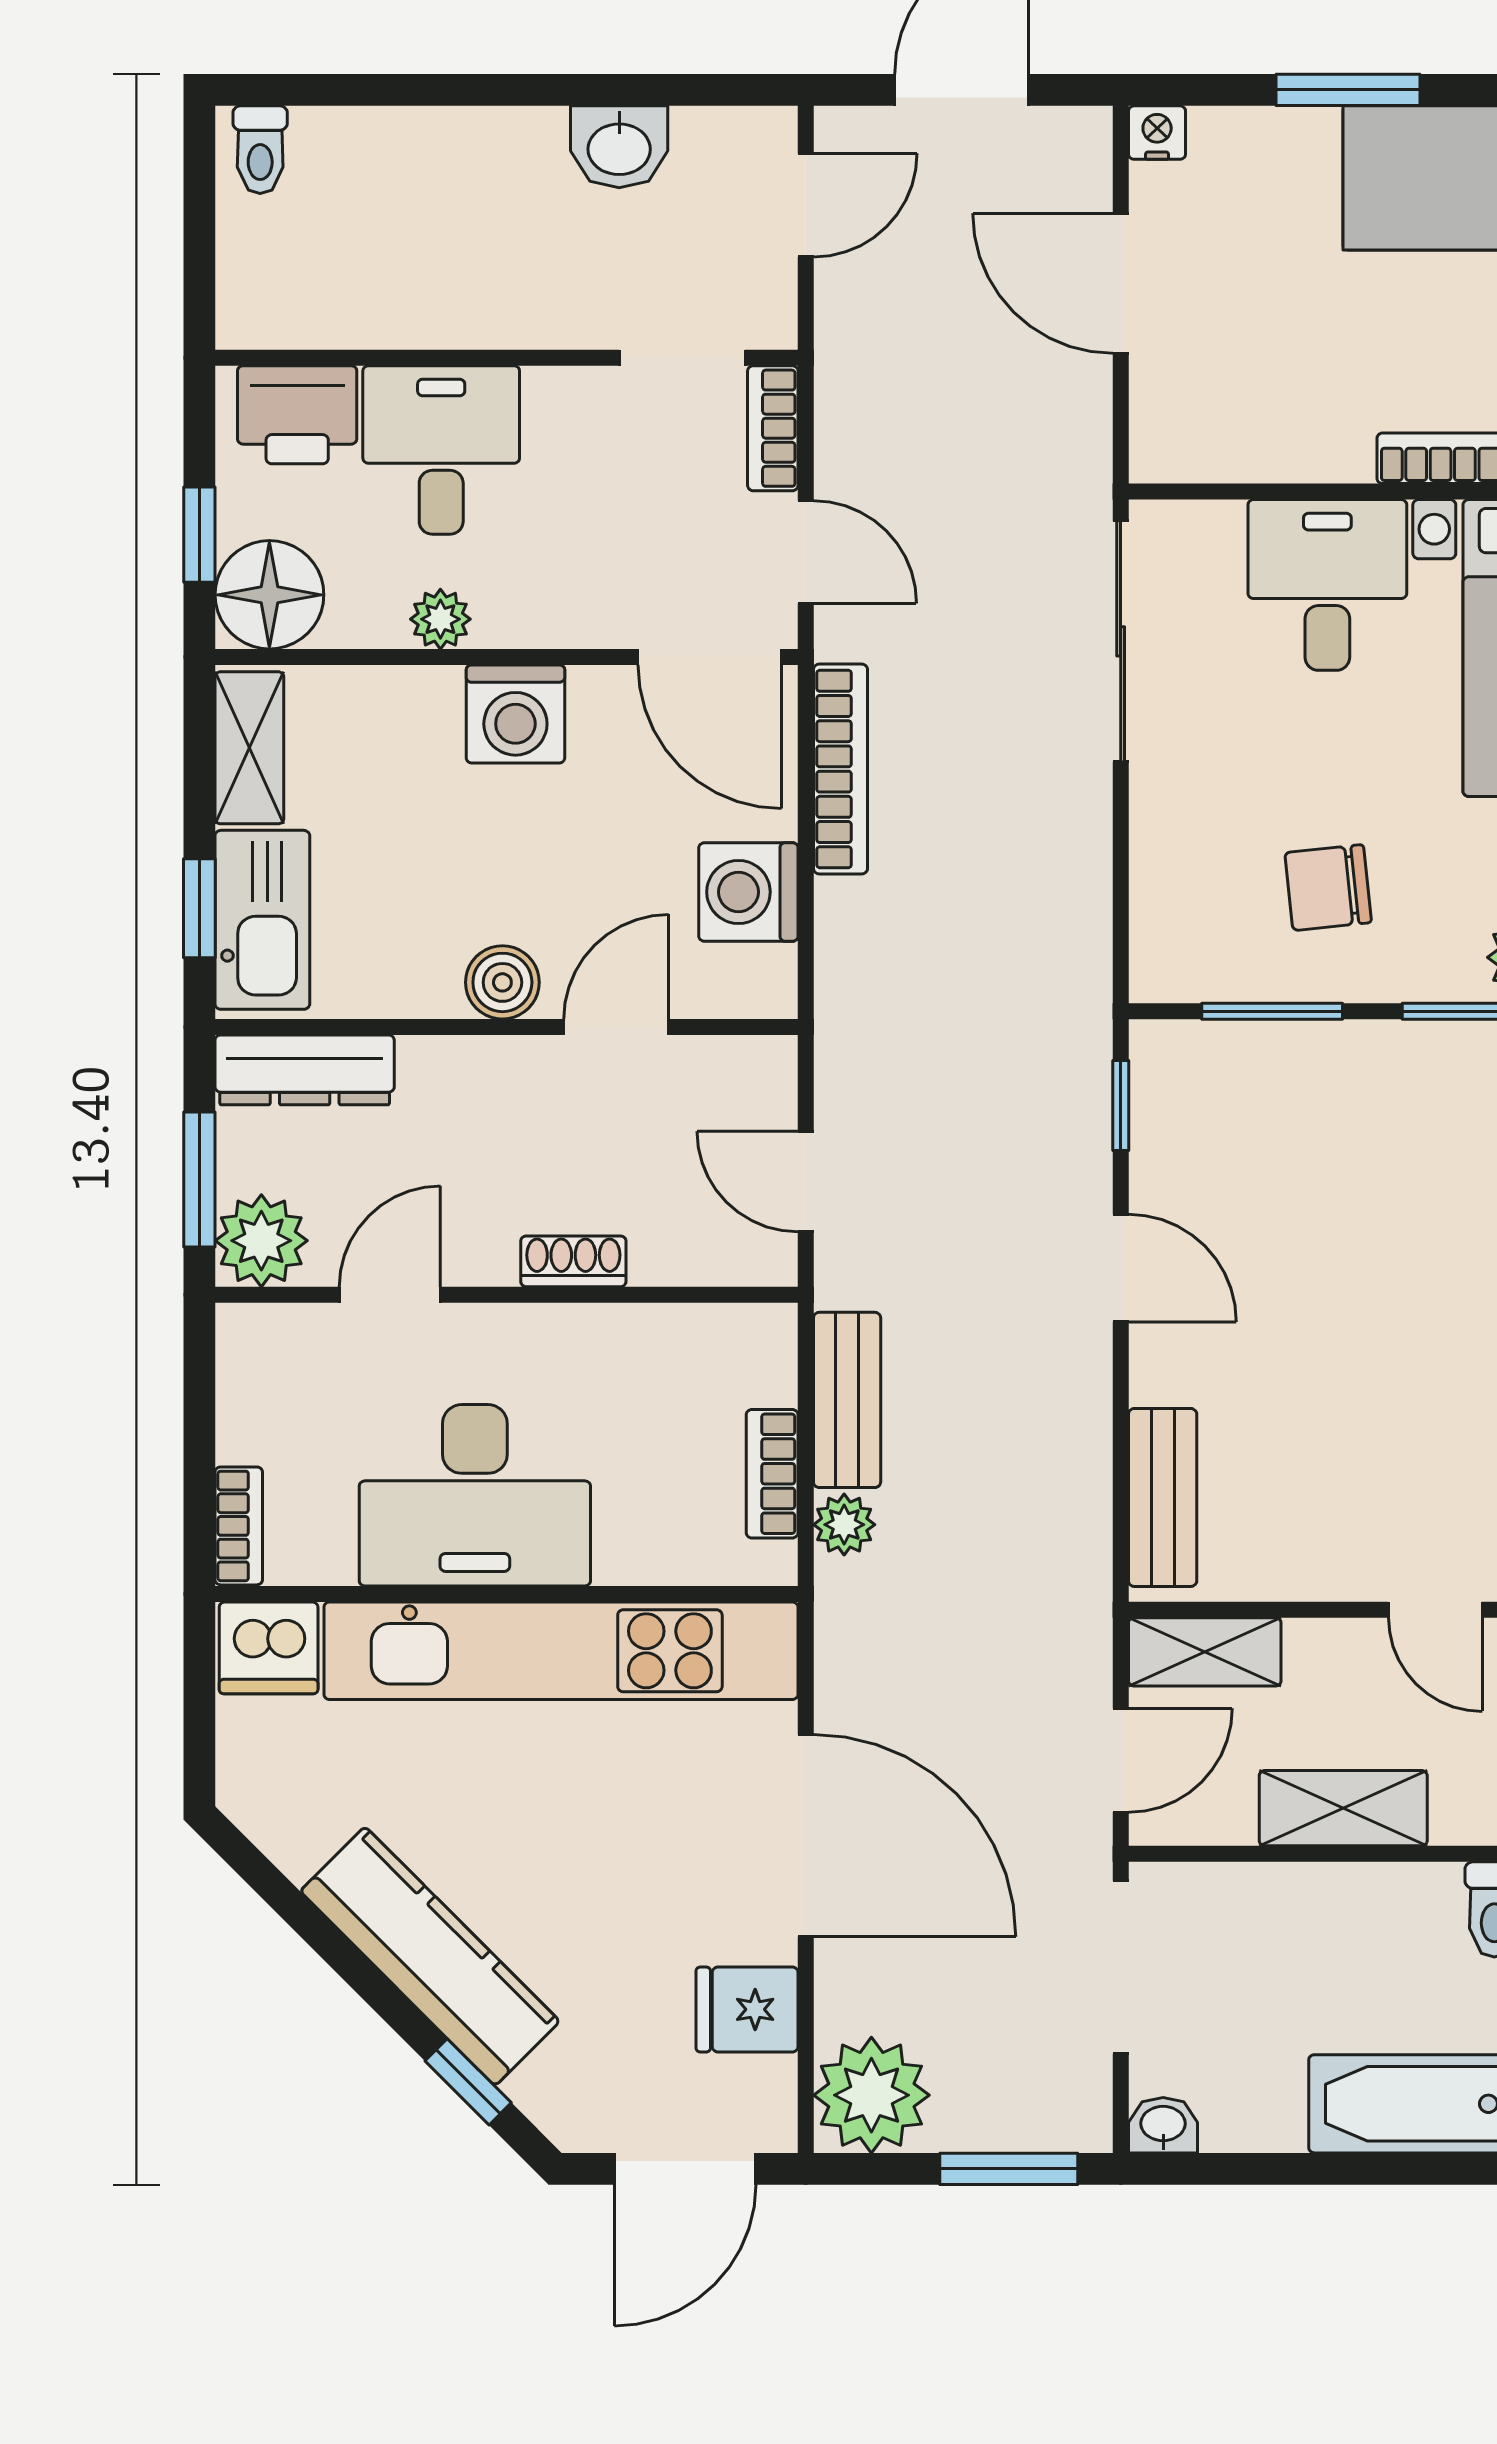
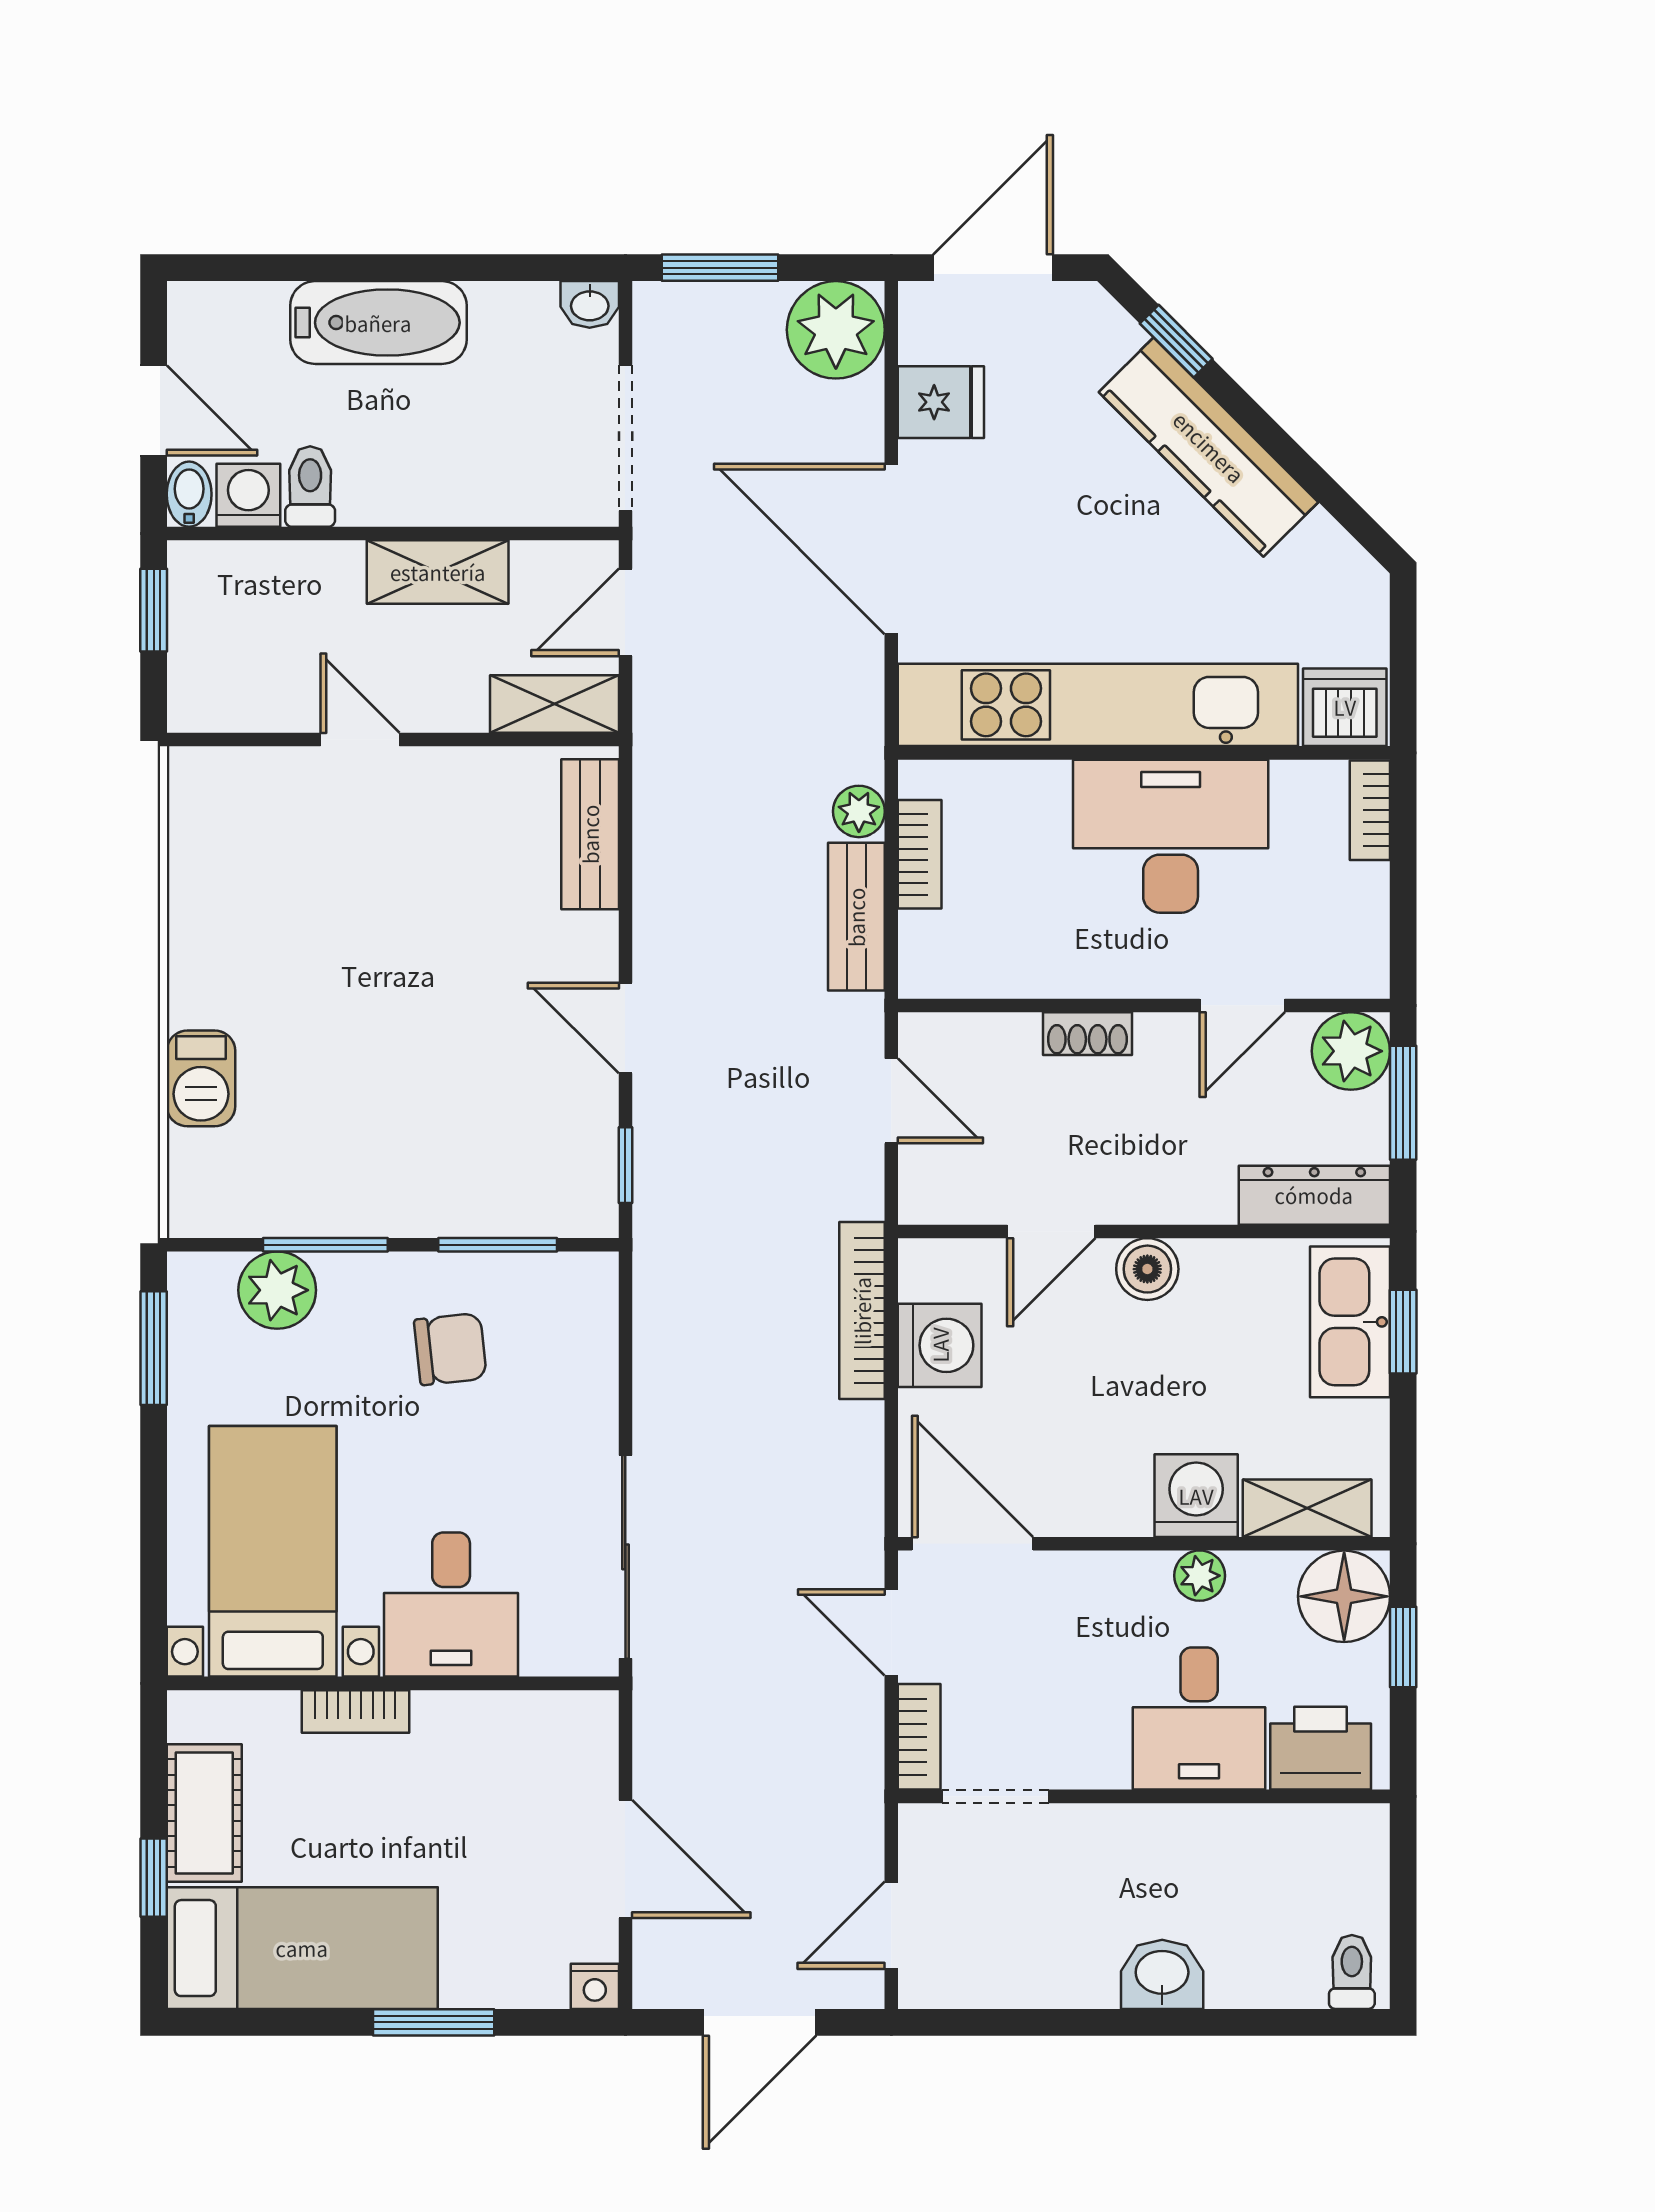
washbasin: (619, 147) -> (1162, 1974), moved
washing machine: (515, 714) -> (1196, 1496), moved
shelving: (249, 748) -> (1307, 1508), moved, turned 90
bookcase: (840, 769) -> (862, 1311), moved

